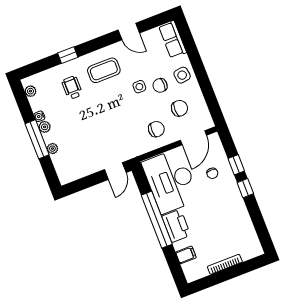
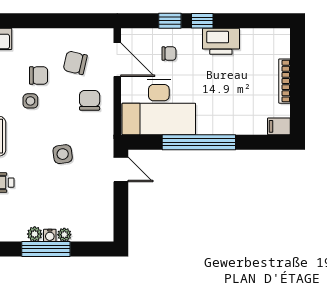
side table: (182, 75) -> (63, 154), moved
chair: (160, 85) -> (39, 75), turned -90
chair: (179, 108) -> (75, 63), turned -77
water cooler: (39, 116) -> (50, 235), moved
printer: (176, 226) -> (221, 41), moved, turned 180
filing cabinet: (186, 255) -> (279, 126), moved, turned -90

